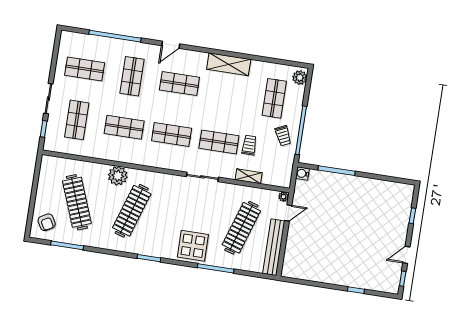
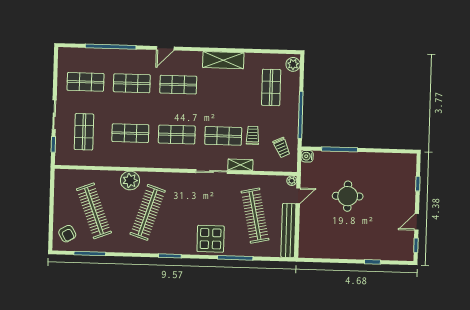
shop shelf: (132, 76) -> (132, 83), turned 90
trolley: (283, 136) -> (282, 148), moved
shelving: (249, 176) -> (240, 165), moved
round table: (339, 220) -> (348, 196), added
clothes rail: (241, 228) -> (255, 216), turned -30

